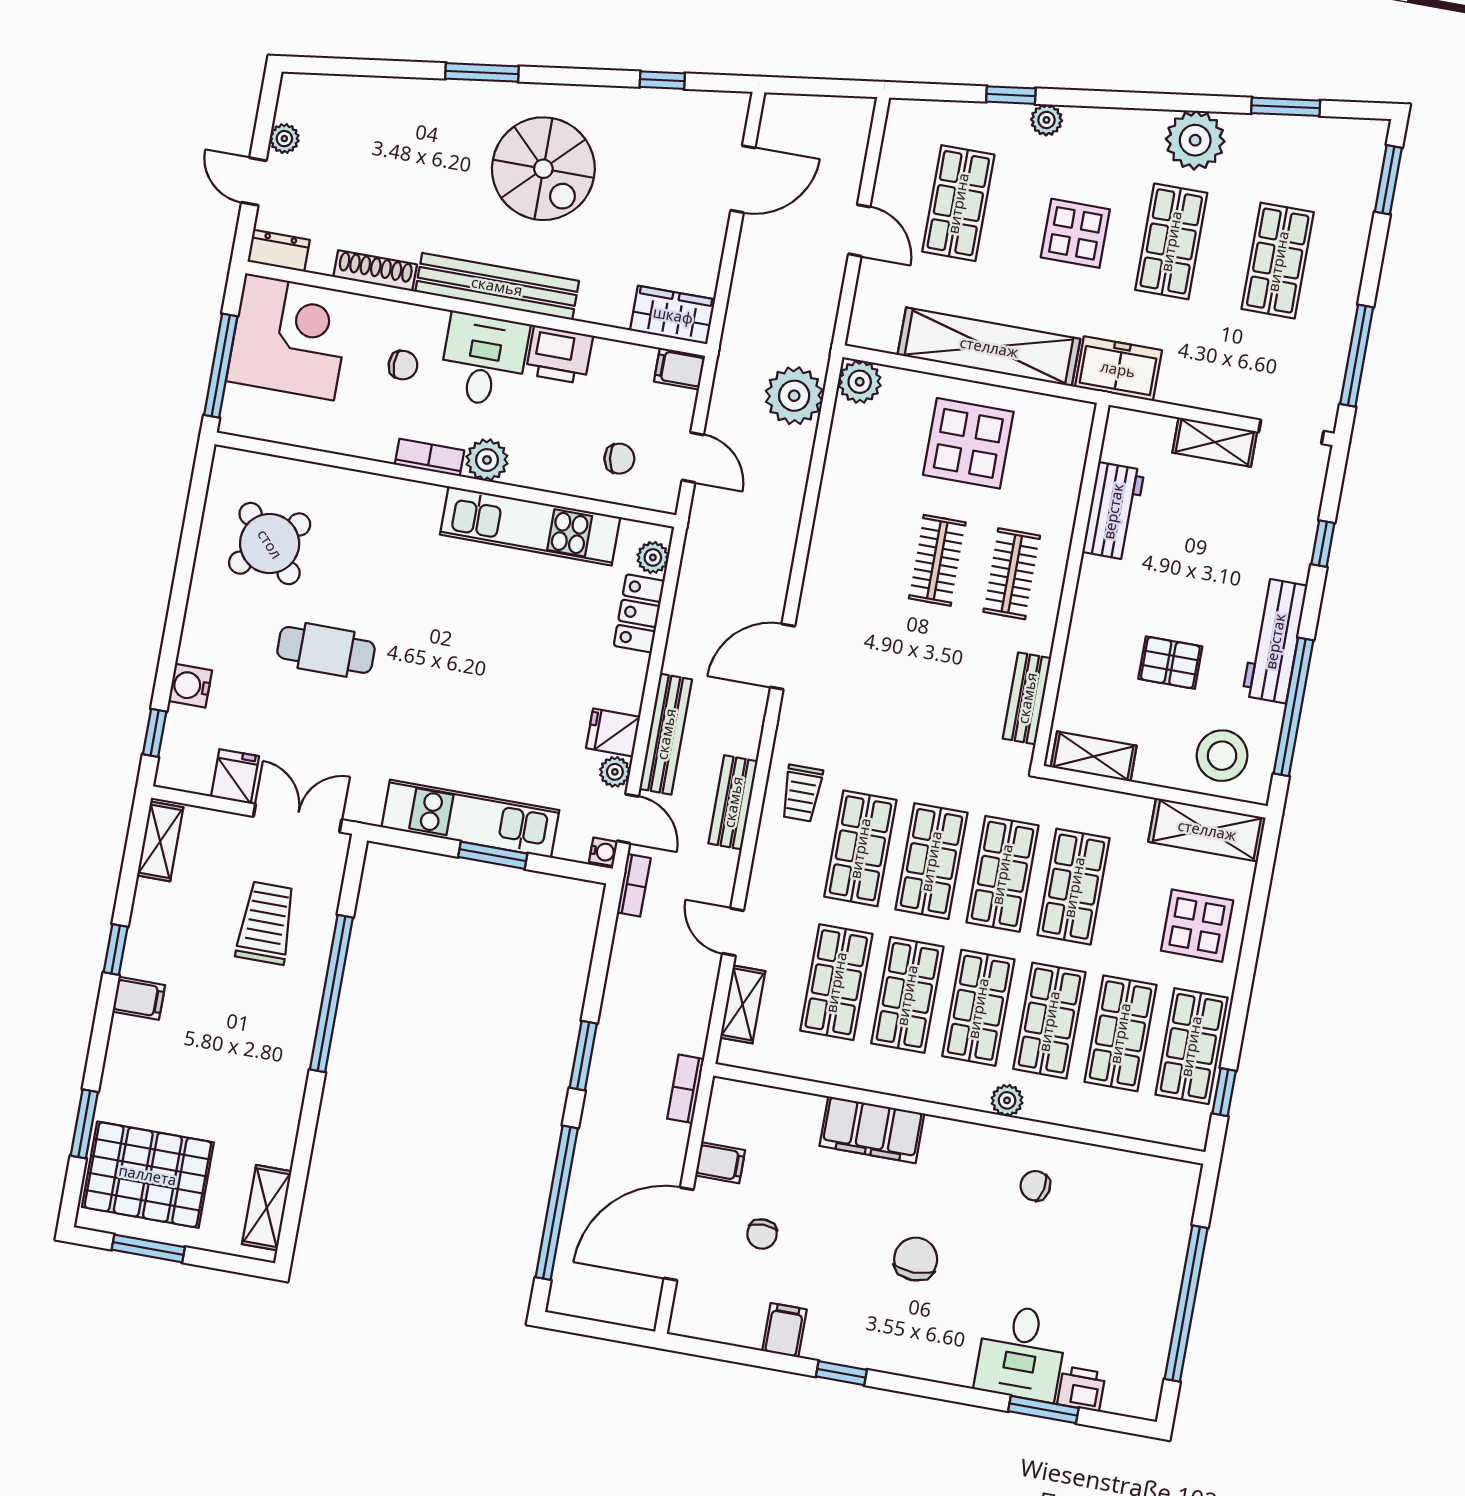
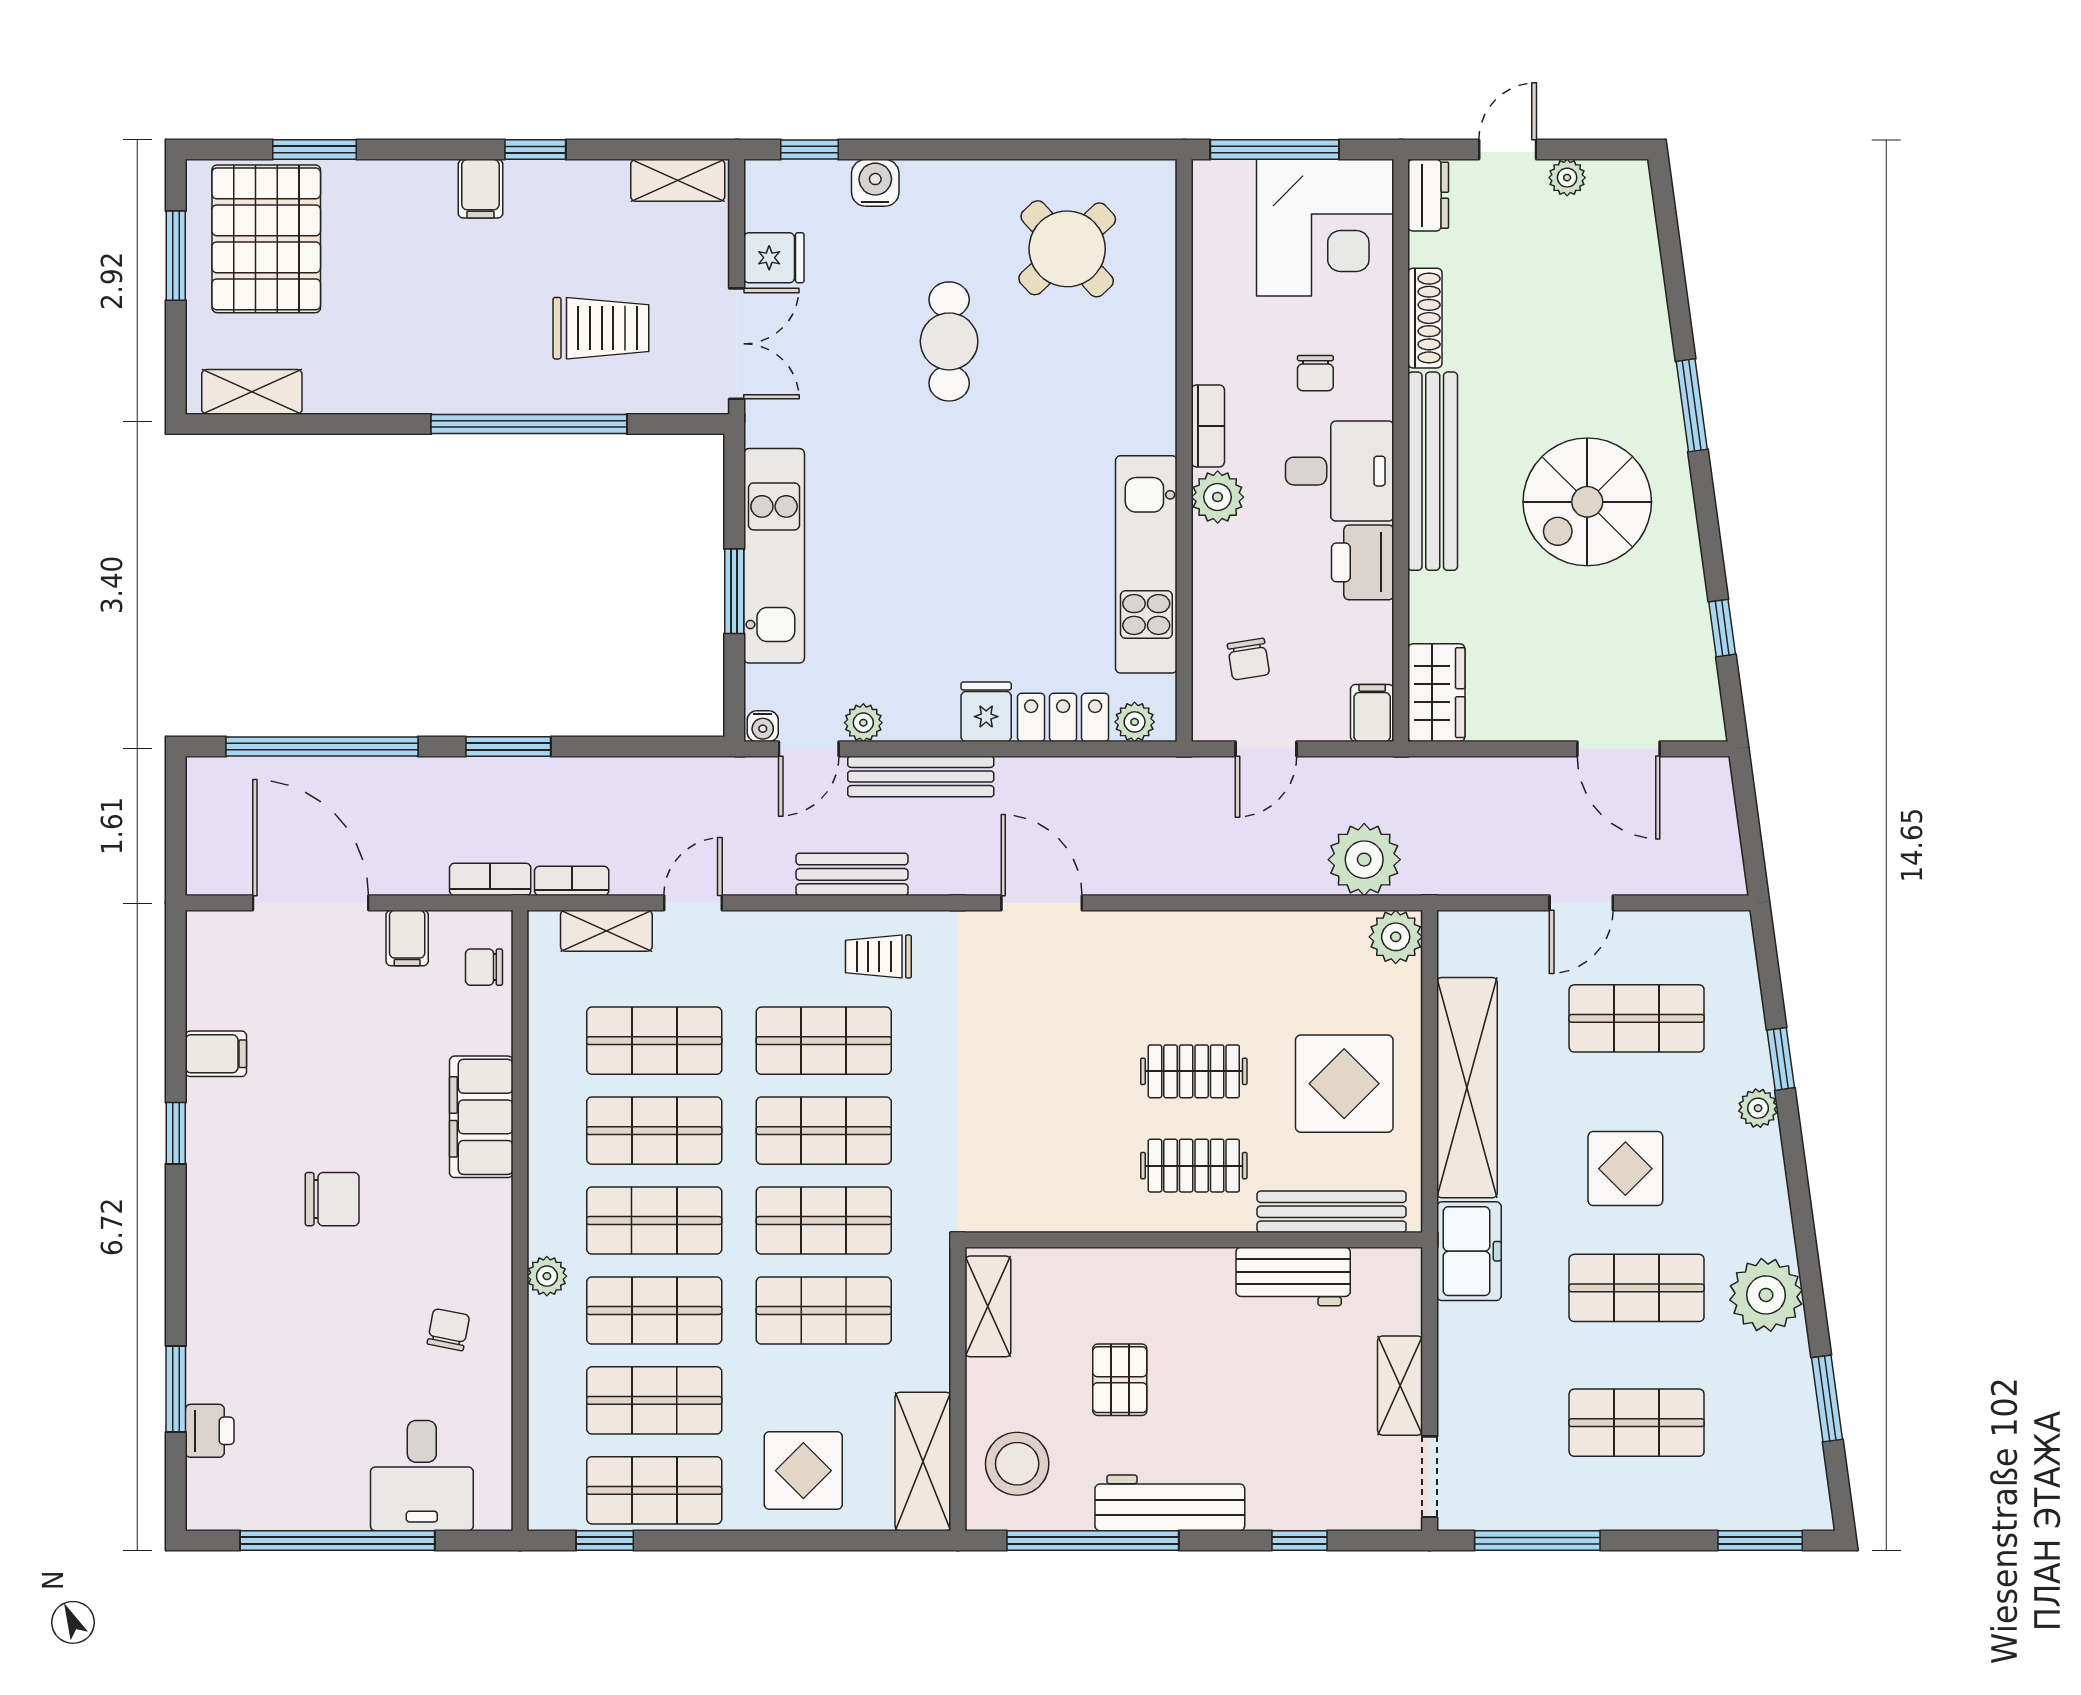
bench: (1027, 698) -> (1332, 1212), moved, width x1.36
fridge: (613, 733) -> (986, 712), moved
bookcase: (634, 885) -> (572, 881), moved, turned 180
chair: (762, 1234) -> (484, 967), moved
desk: (1021, 1353) -> (422, 1476), moved, turned -90

